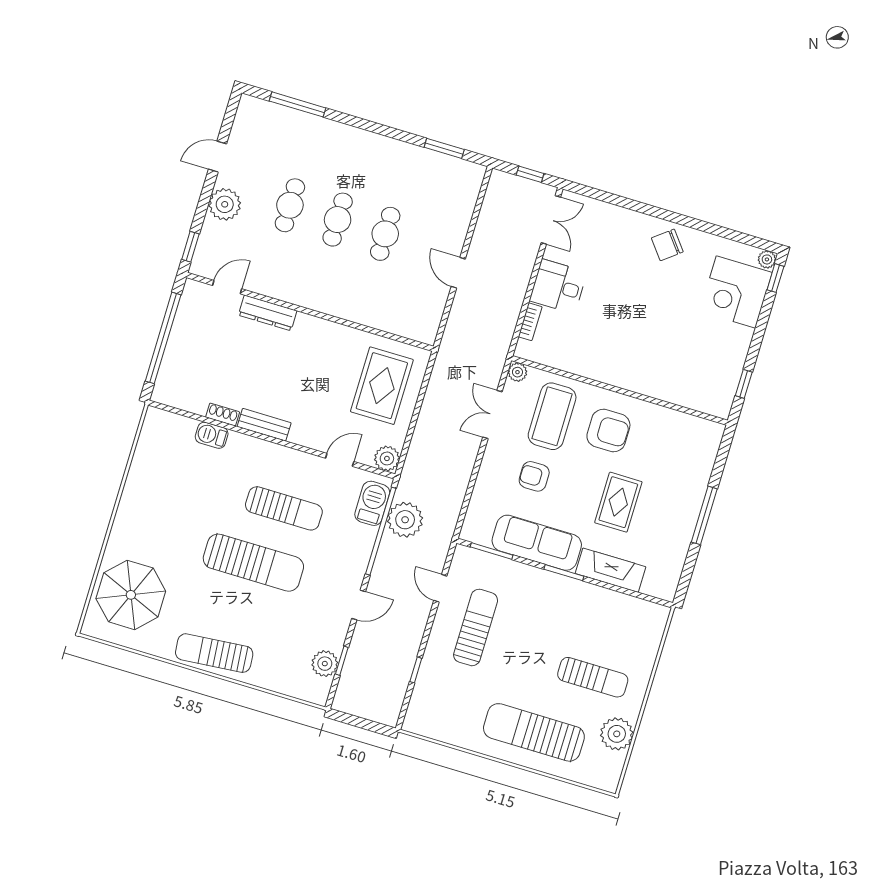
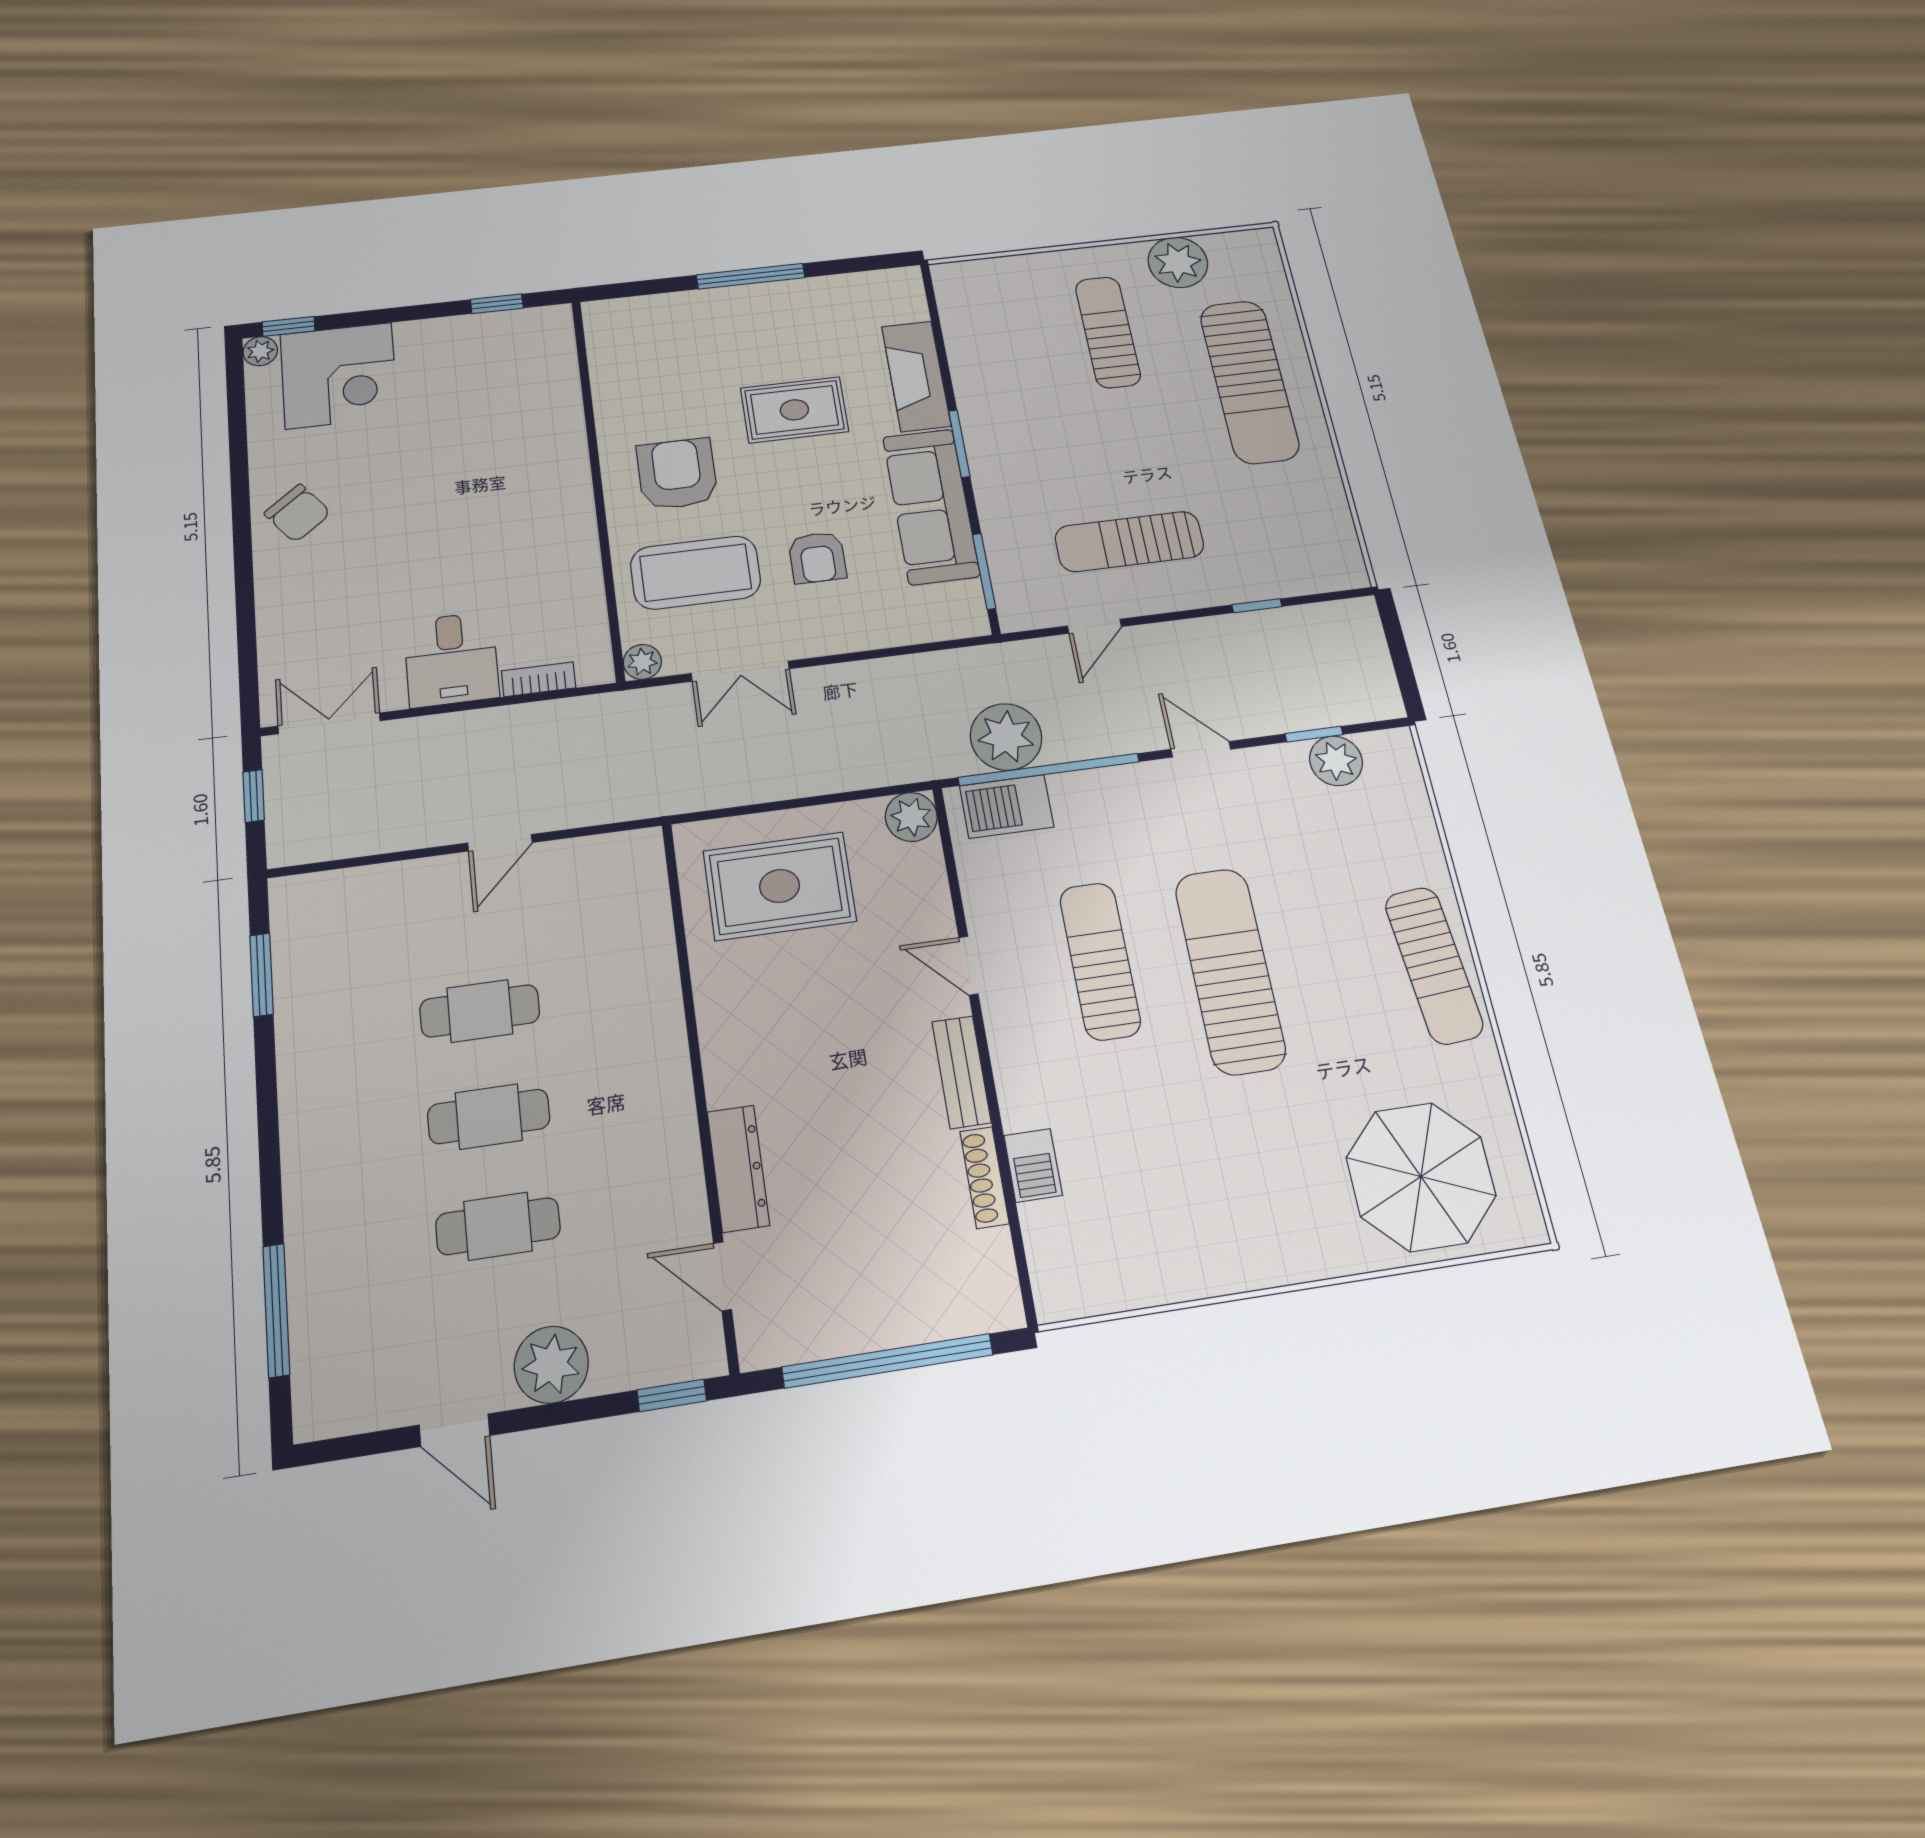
shoe rack: (223, 414) -> (984, 1177), width x1.43
door: (340, 460) -> (969, 966), moved

